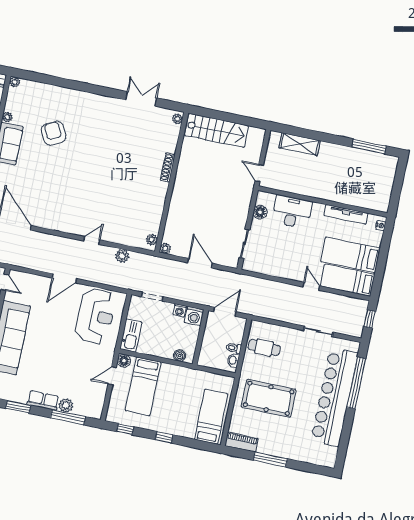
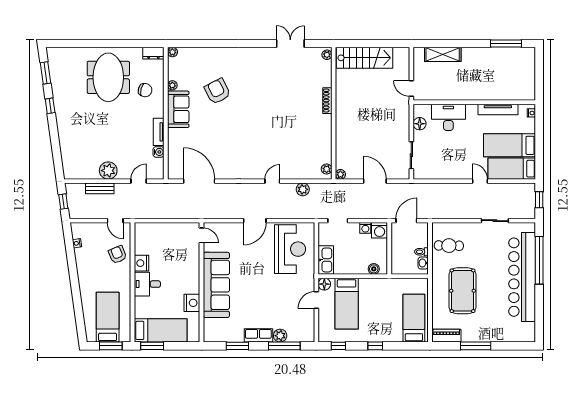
pool table: (269, 398) -> (462, 291), turned 90

